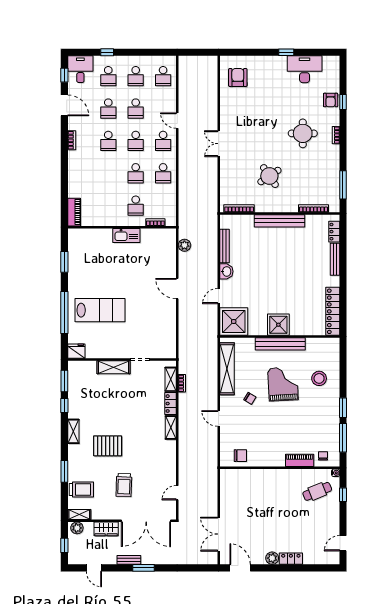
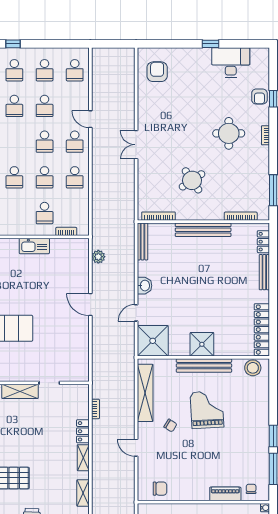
school desk: (108, 141) -> (14, 177), moved
bench: (225, 246) -> (142, 241), moved
stool: (319, 378) -> (253, 368), moved
shelving: (171, 379) -> (83, 493), moved

